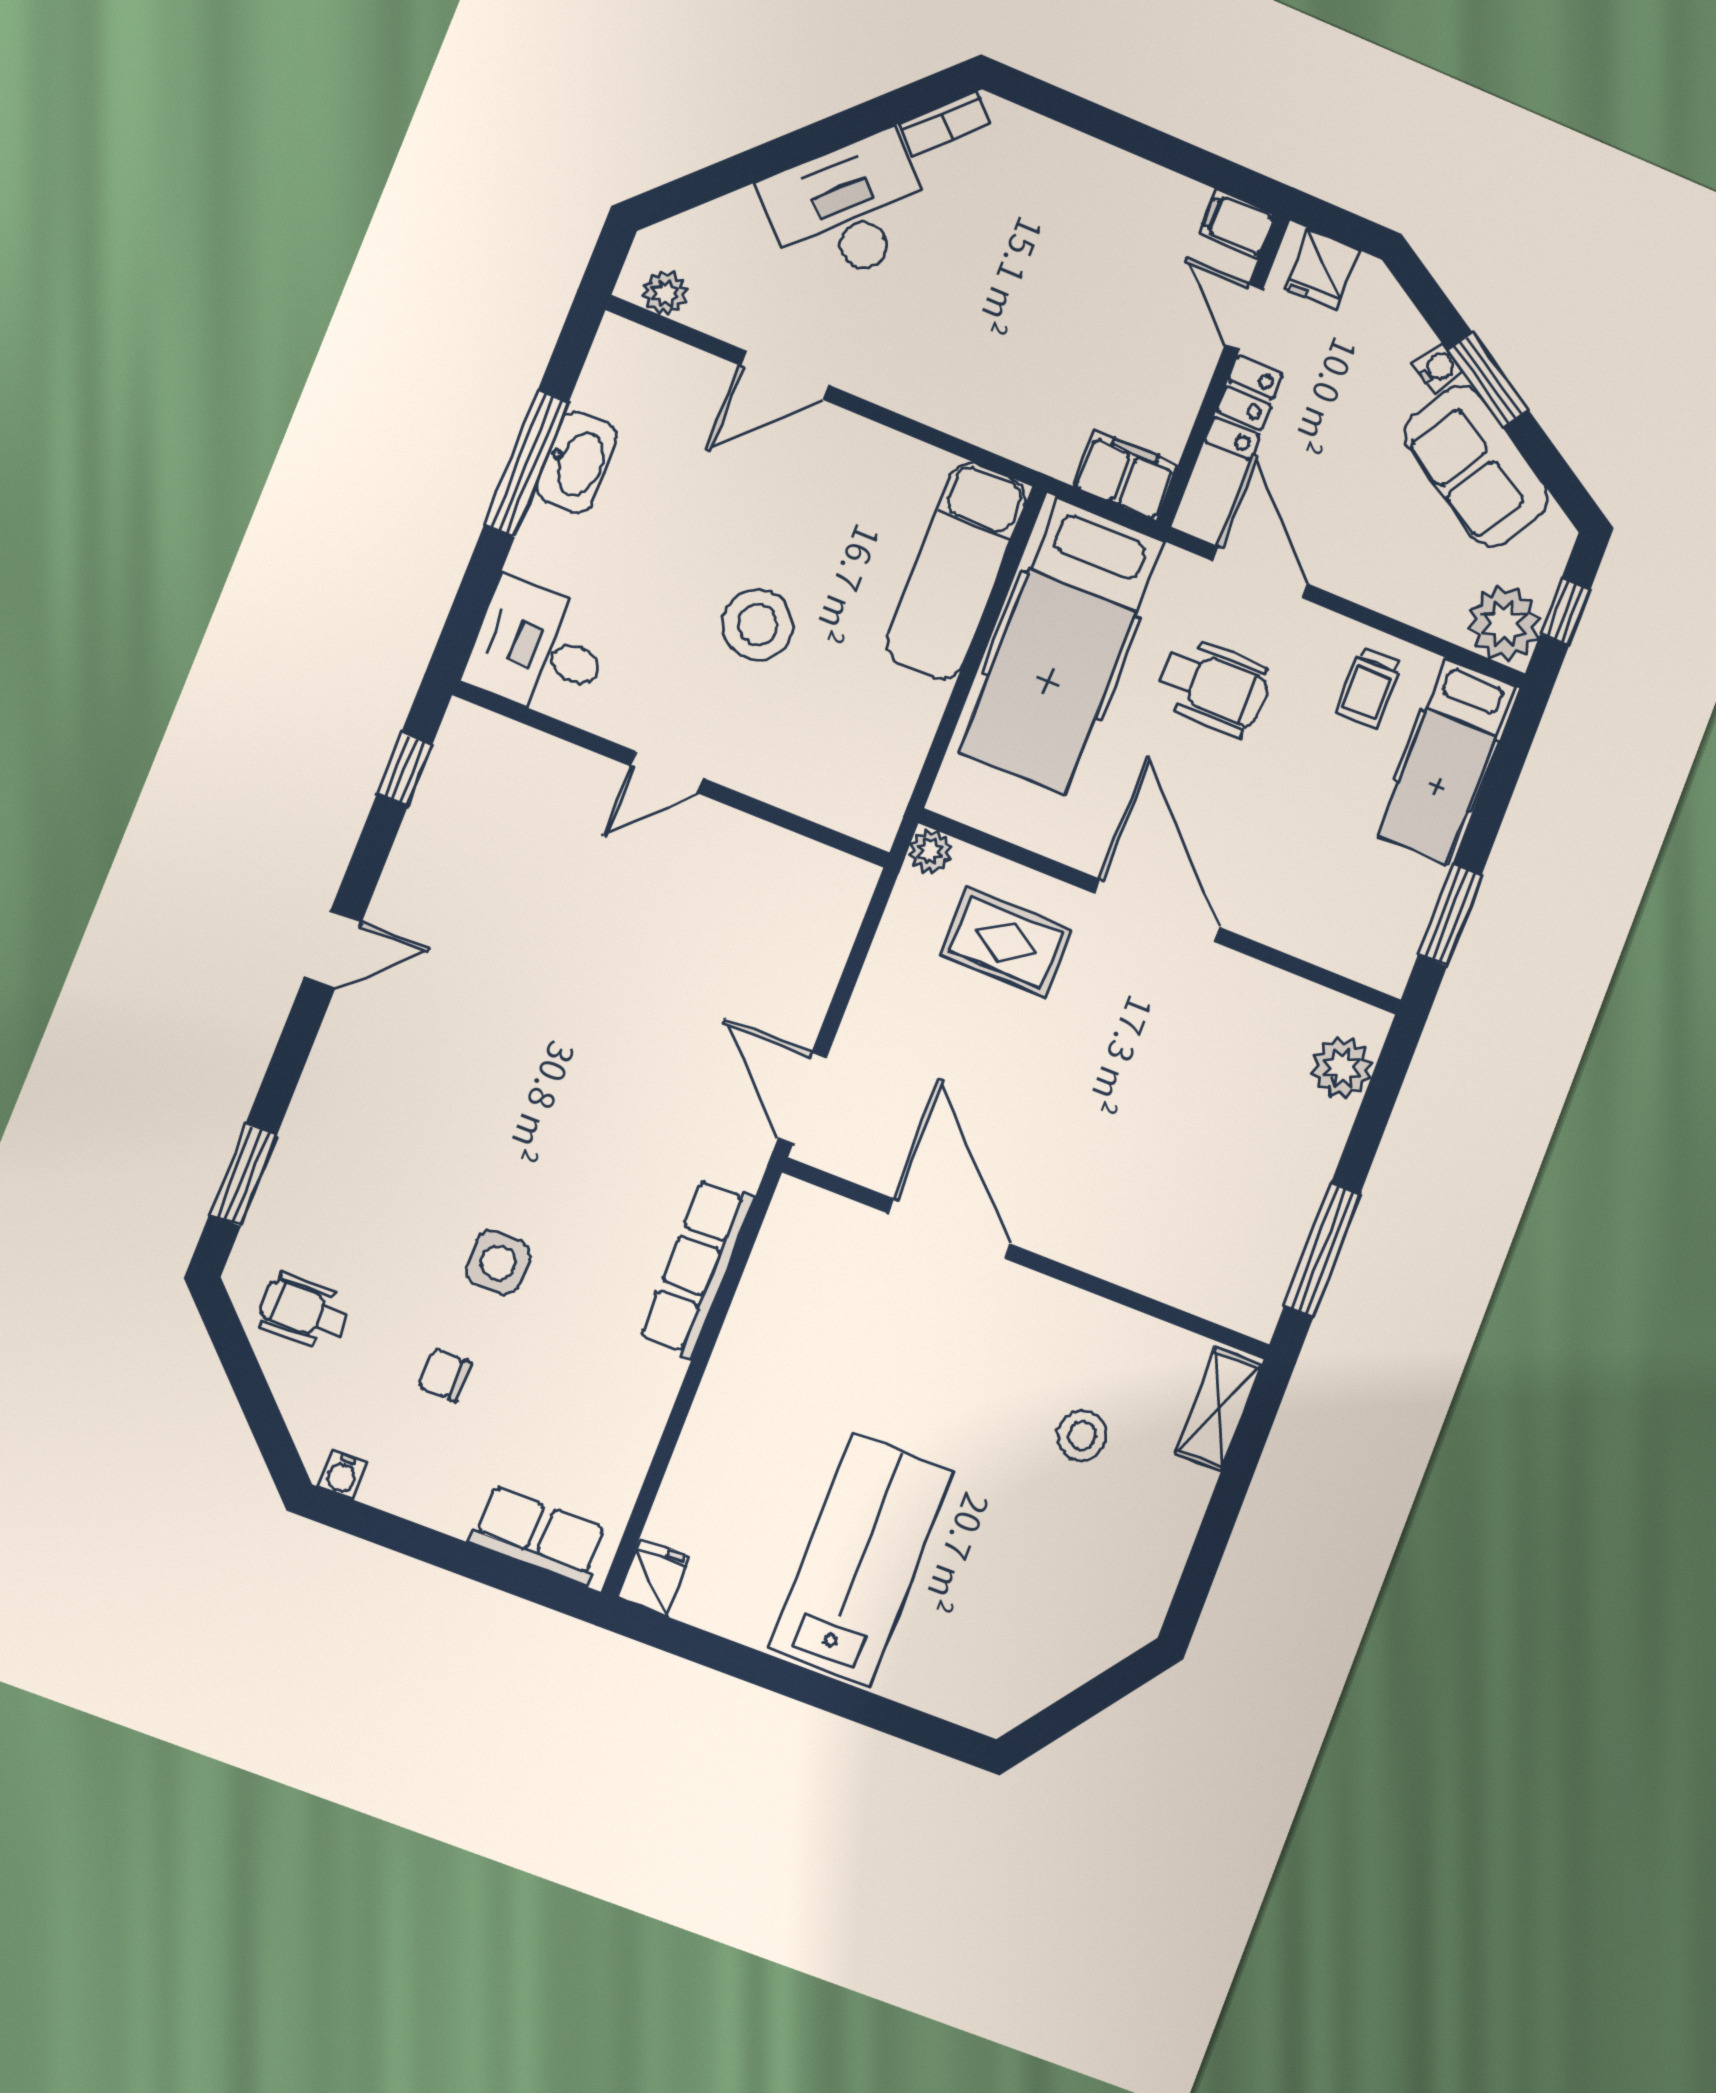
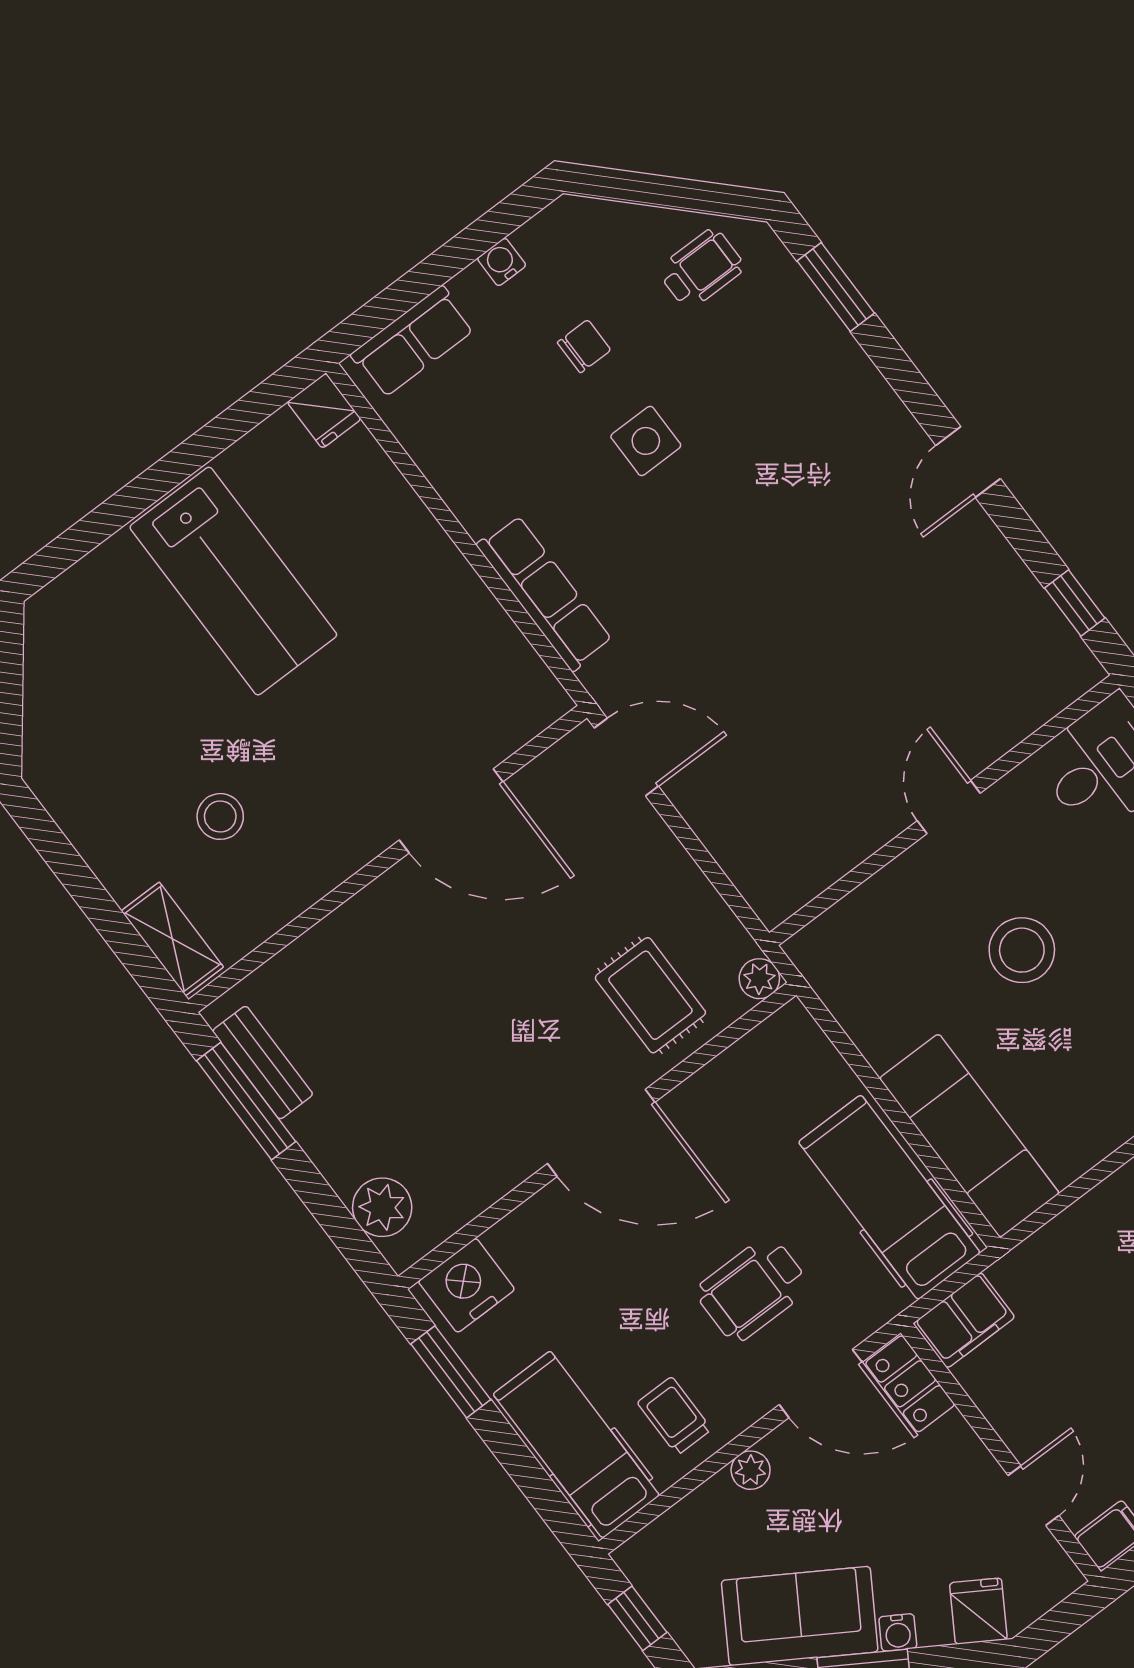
fridge: (1322, 269) -> (978, 1611), moved, turned 32
door: (1244, 317) -> (1033, 1496), hinge flipped
locker: (1244, 408) -> (910, 1384), moved
plant: (1504, 624) -> (751, 1470), moved, width x0.53, depth x0.53
hospital bed: (1061, 646) -> (889, 1197), width x0.73, depth x0.78
rug: (1006, 942) -> (650, 995), turned 90
nightstand: (1365, 948) -> (466, 1285), added
bench: (1279, 1257) -> (263, 1063), added
water cooler: (342, 1474) -> (502, 262), moved

